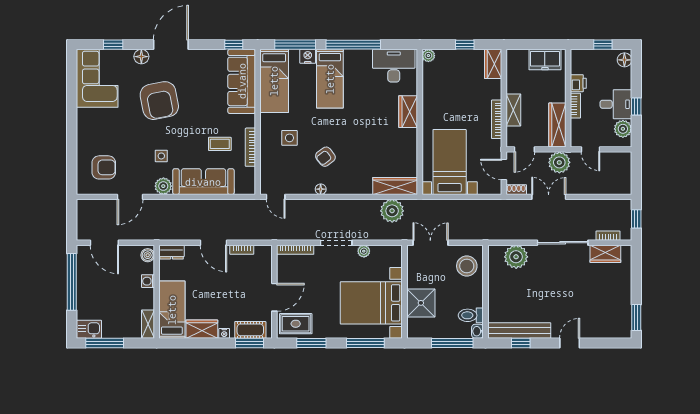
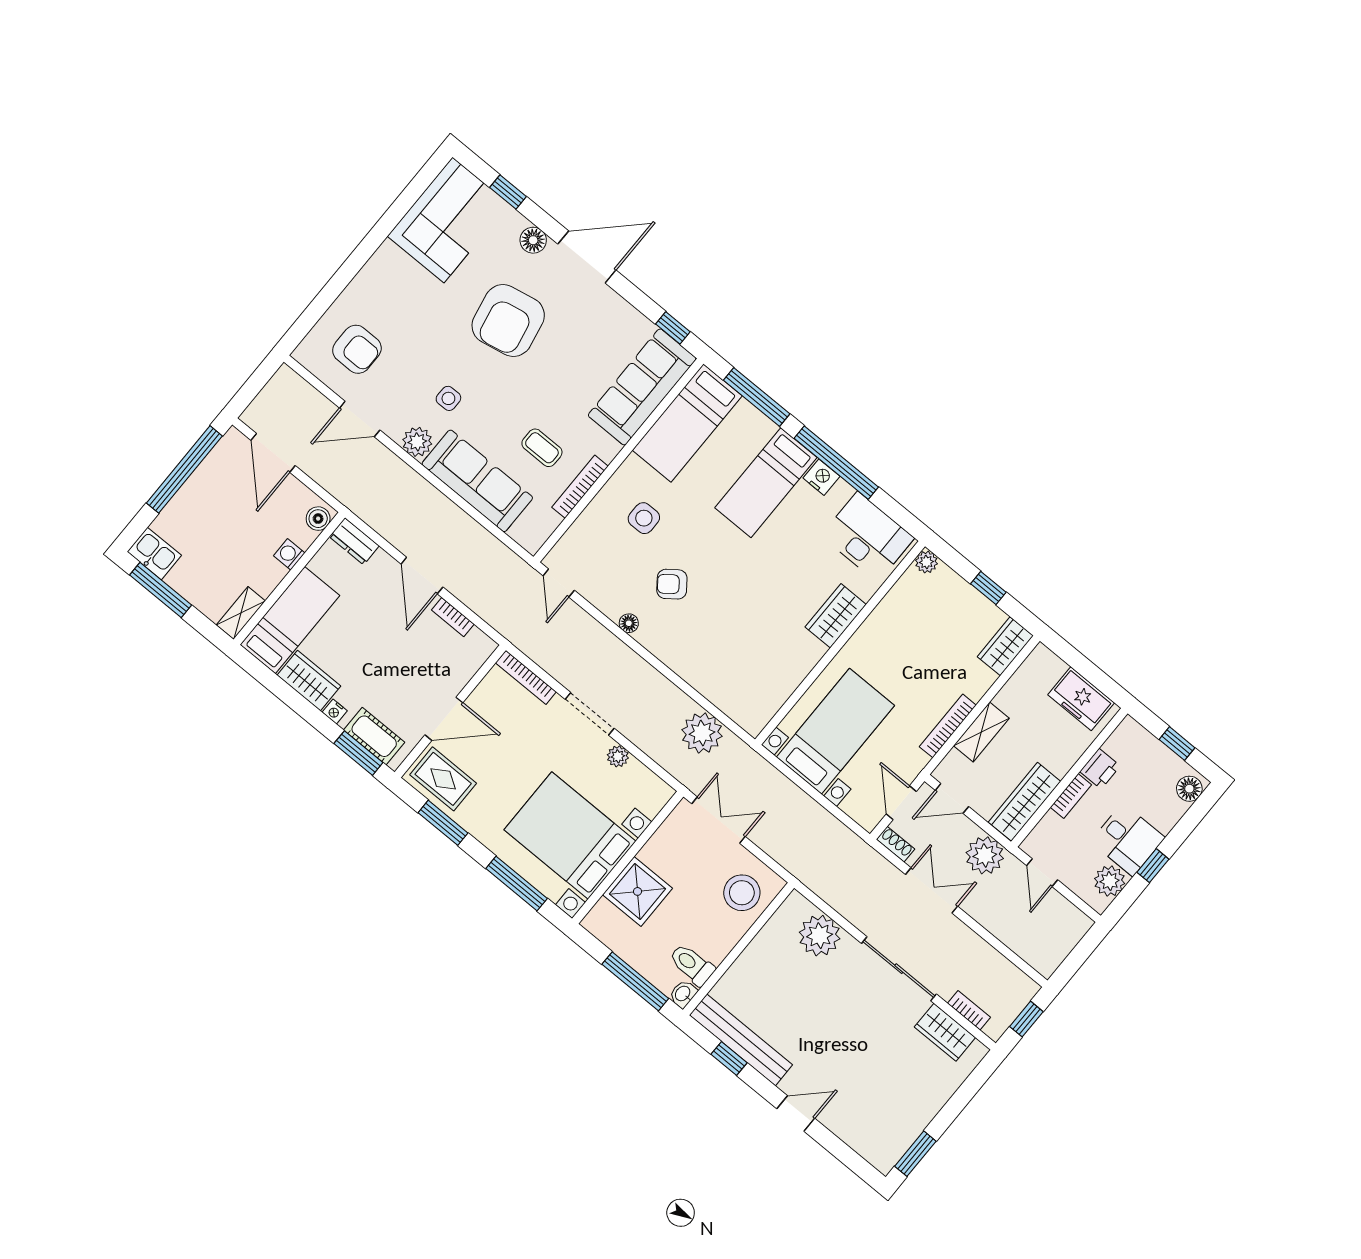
nightstand: (308, 56) -> (821, 477), moved
wardrobe: (395, 186) -> (734, 703), removed

